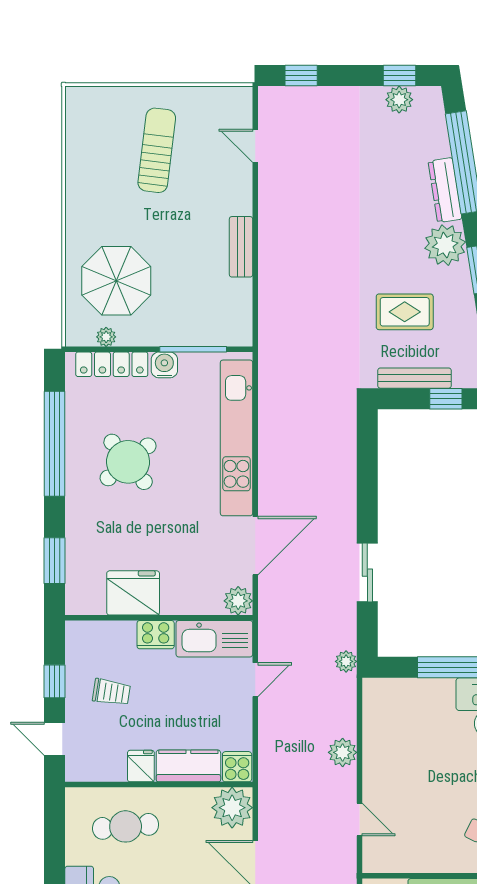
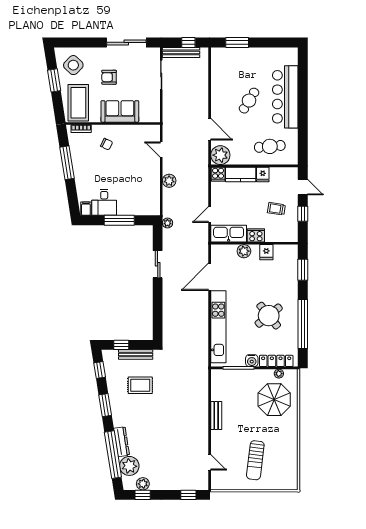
plant: (445, 245) -> (129, 466), moved
fridge: (133, 593) -> (266, 252), width x0.53, depth x0.75
plant: (238, 601) -> (244, 251), moved

